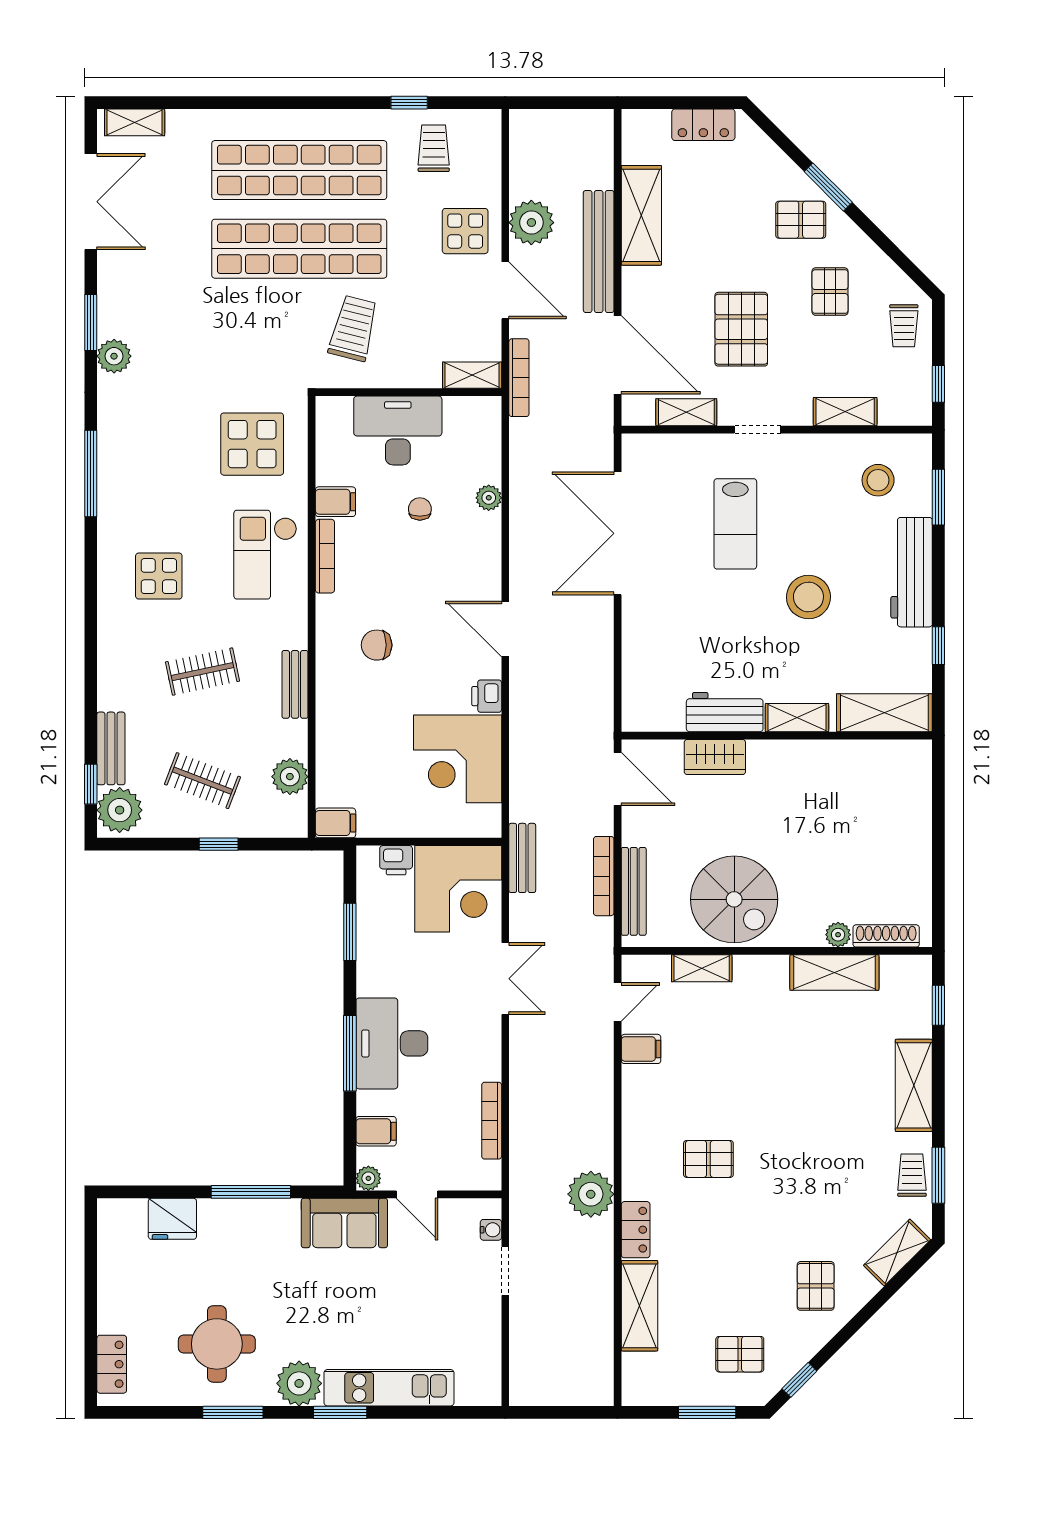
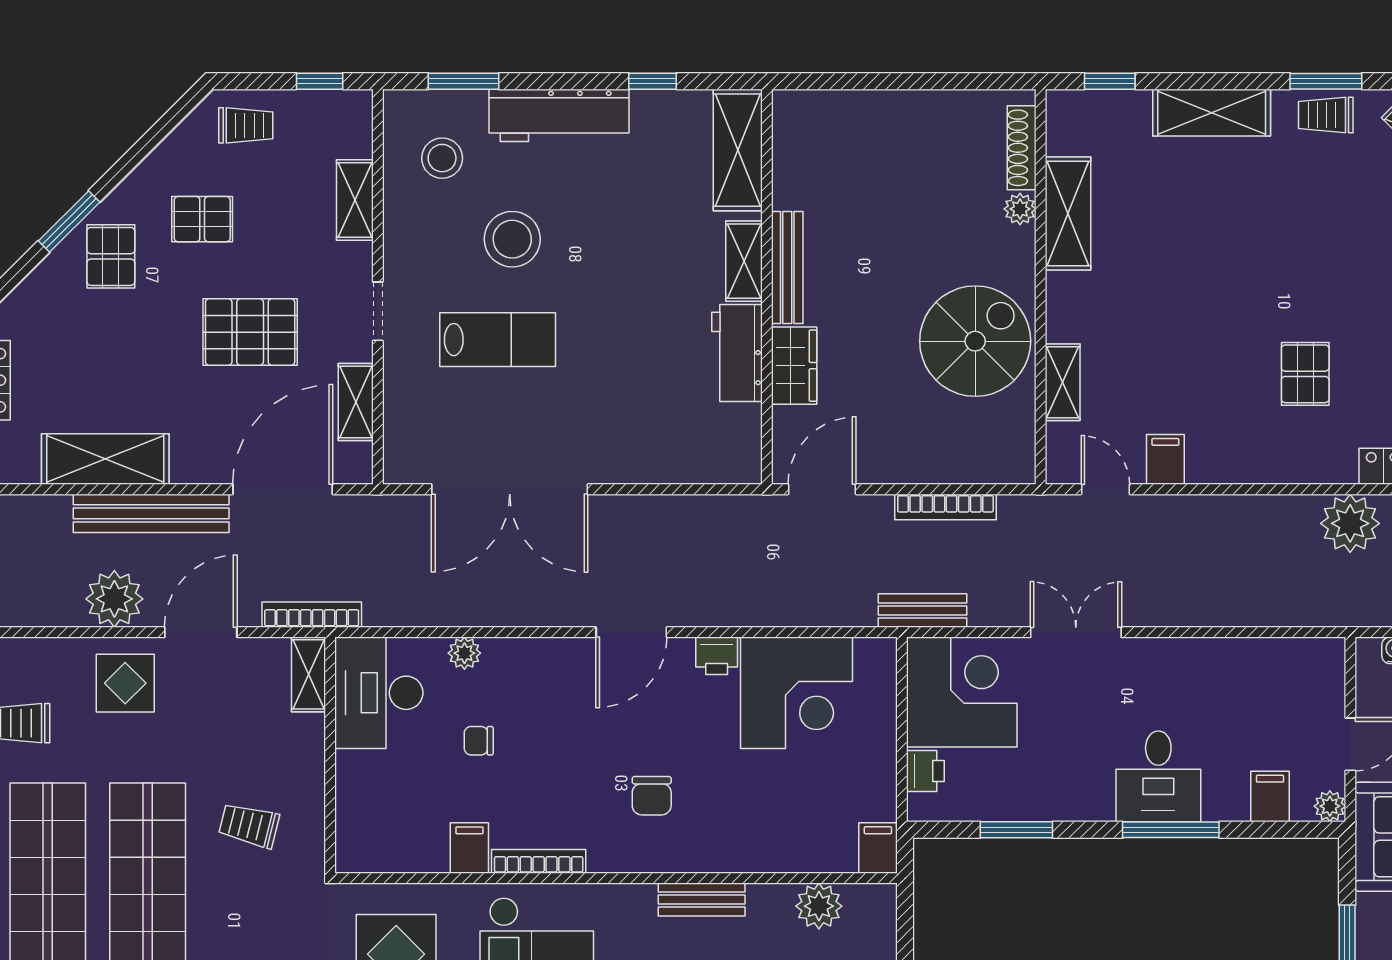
trolley: (353, 328) -> (249, 825), width x0.73, depth x0.72
desk: (398, 431) -> (379, 693), moved
stool: (808, 597) -> (512, 239), moved
bench: (634, 891) -> (787, 268), moved, turned 90
desk: (392, 1043) -> (1158, 776), width x0.73
bookcase: (492, 1121) -> (1256, 649), removed

